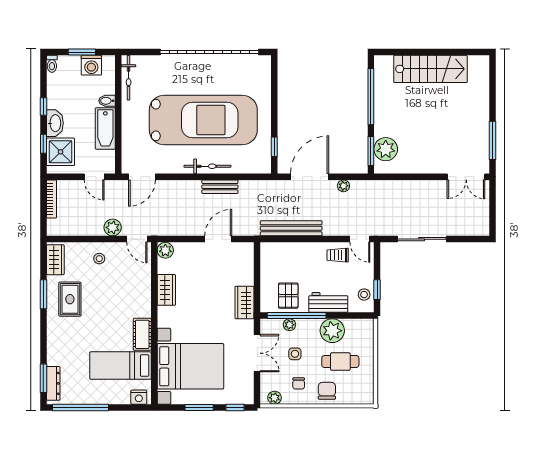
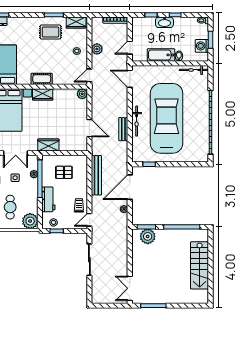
car: (203, 120) -> (166, 118), turned 180
shower: (60, 152) -> (146, 26), removed
door: (310, 177) -> (130, 187), swing flipped
plant: (113, 227) -> (97, 49), moved
wardrobe: (166, 290) -> (43, 94), moved
pallet: (288, 296) -> (64, 172), moved
plant: (332, 331) -> (30, 221), moved
cot: (142, 334) -> (42, 79), moved

